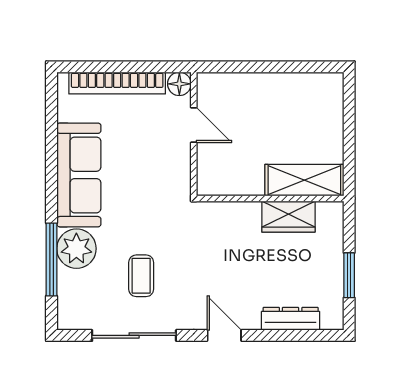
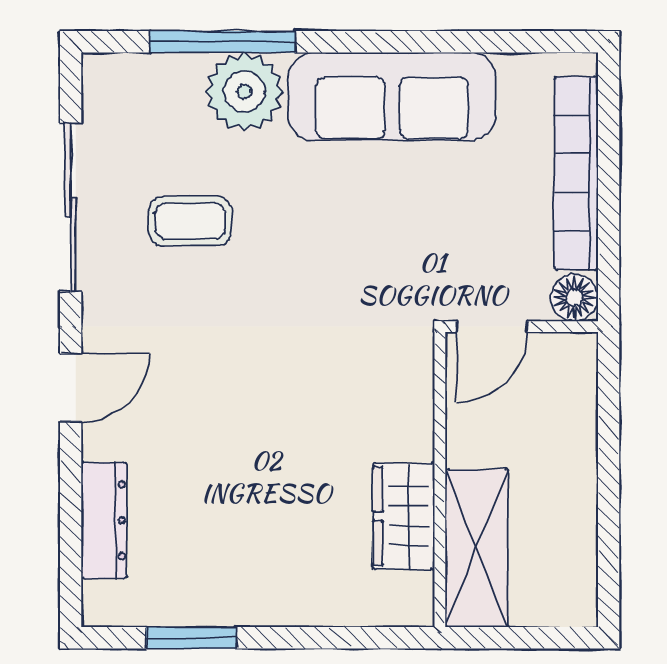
shelving: (304, 180) -> (477, 548), moved
wall: (270, 198) -> (440, 479), moved
wardrobe: (288, 217) -> (404, 516), moved

